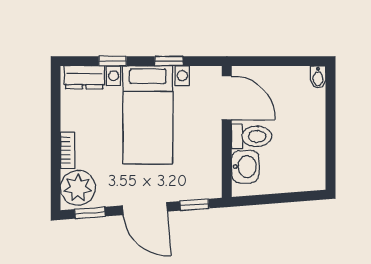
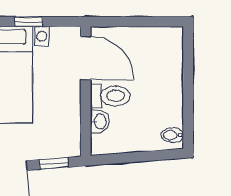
bidet: (318, 77) -> (172, 135), moved, turned 90
washbasin: (245, 167) -> (100, 121), width x0.72, depth x0.69

